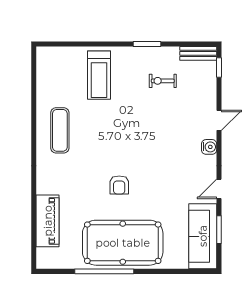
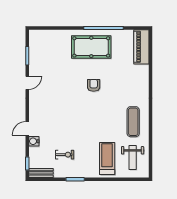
weight bench: (61, 77) -> (133, 158), added
water cooler: (209, 147) -> (34, 141), moved
piano: (48, 221) -> (141, 47), moved
sofa: (203, 236) -> (38, 51), removed
pool table: (123, 243) -> (91, 47), width x0.73, depth x0.76

